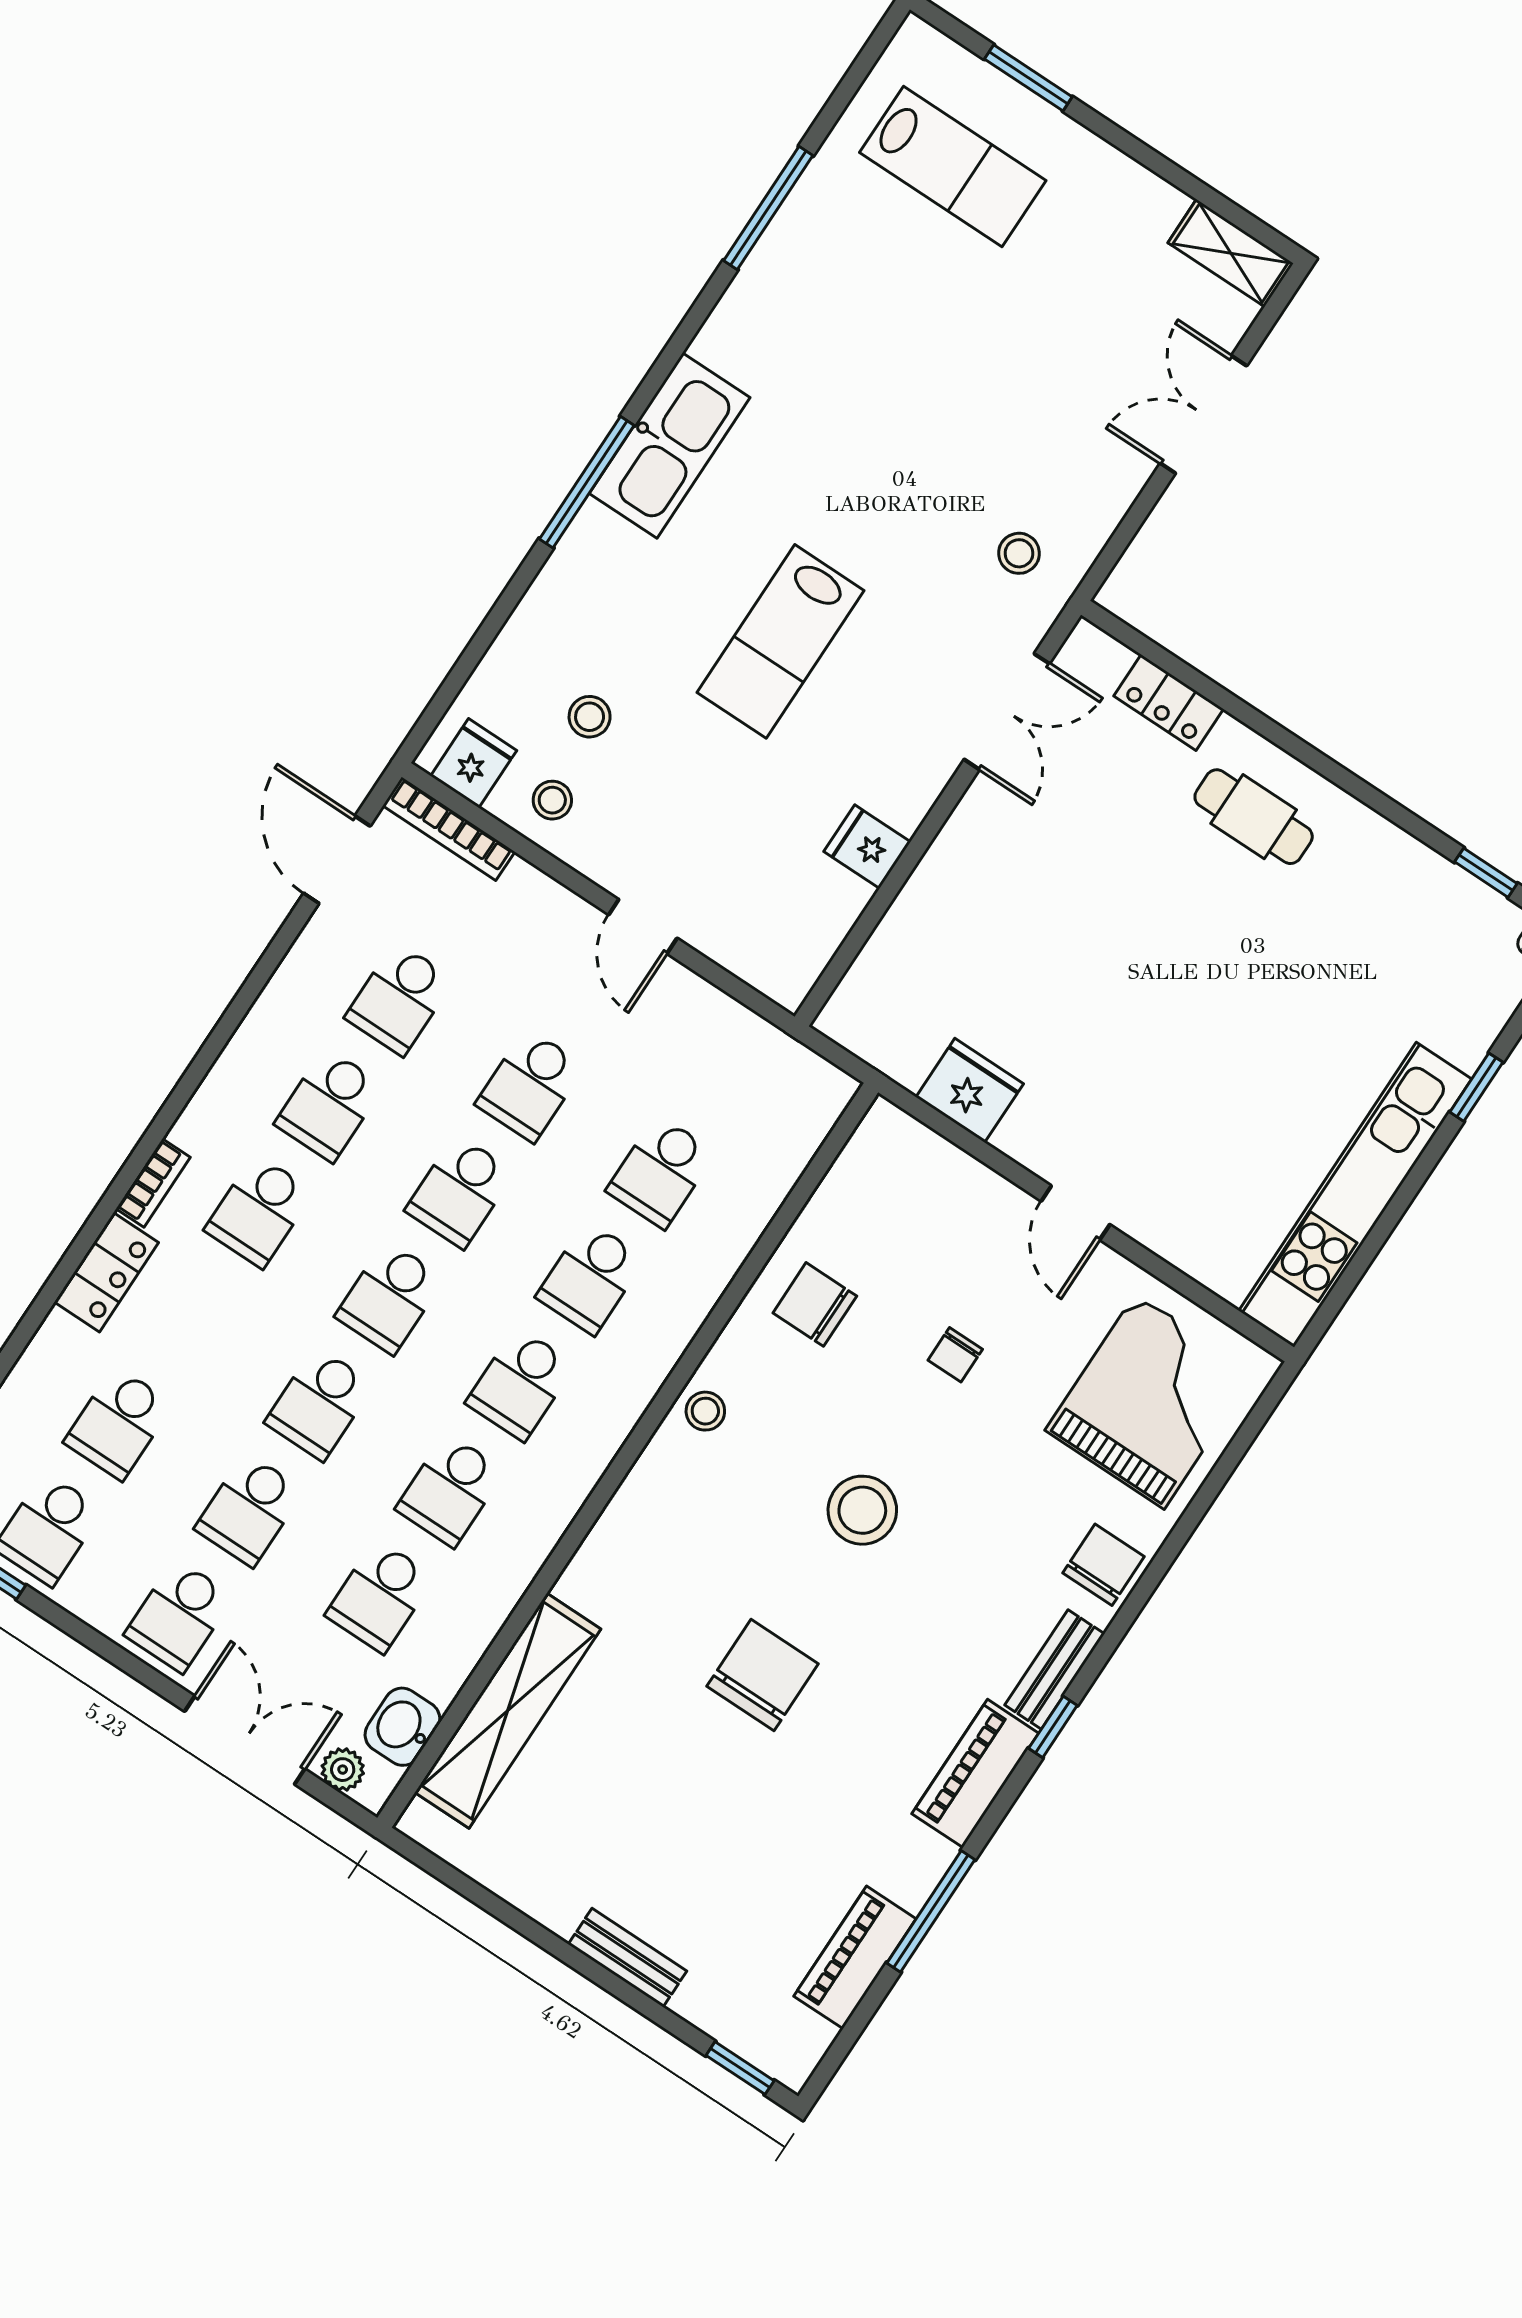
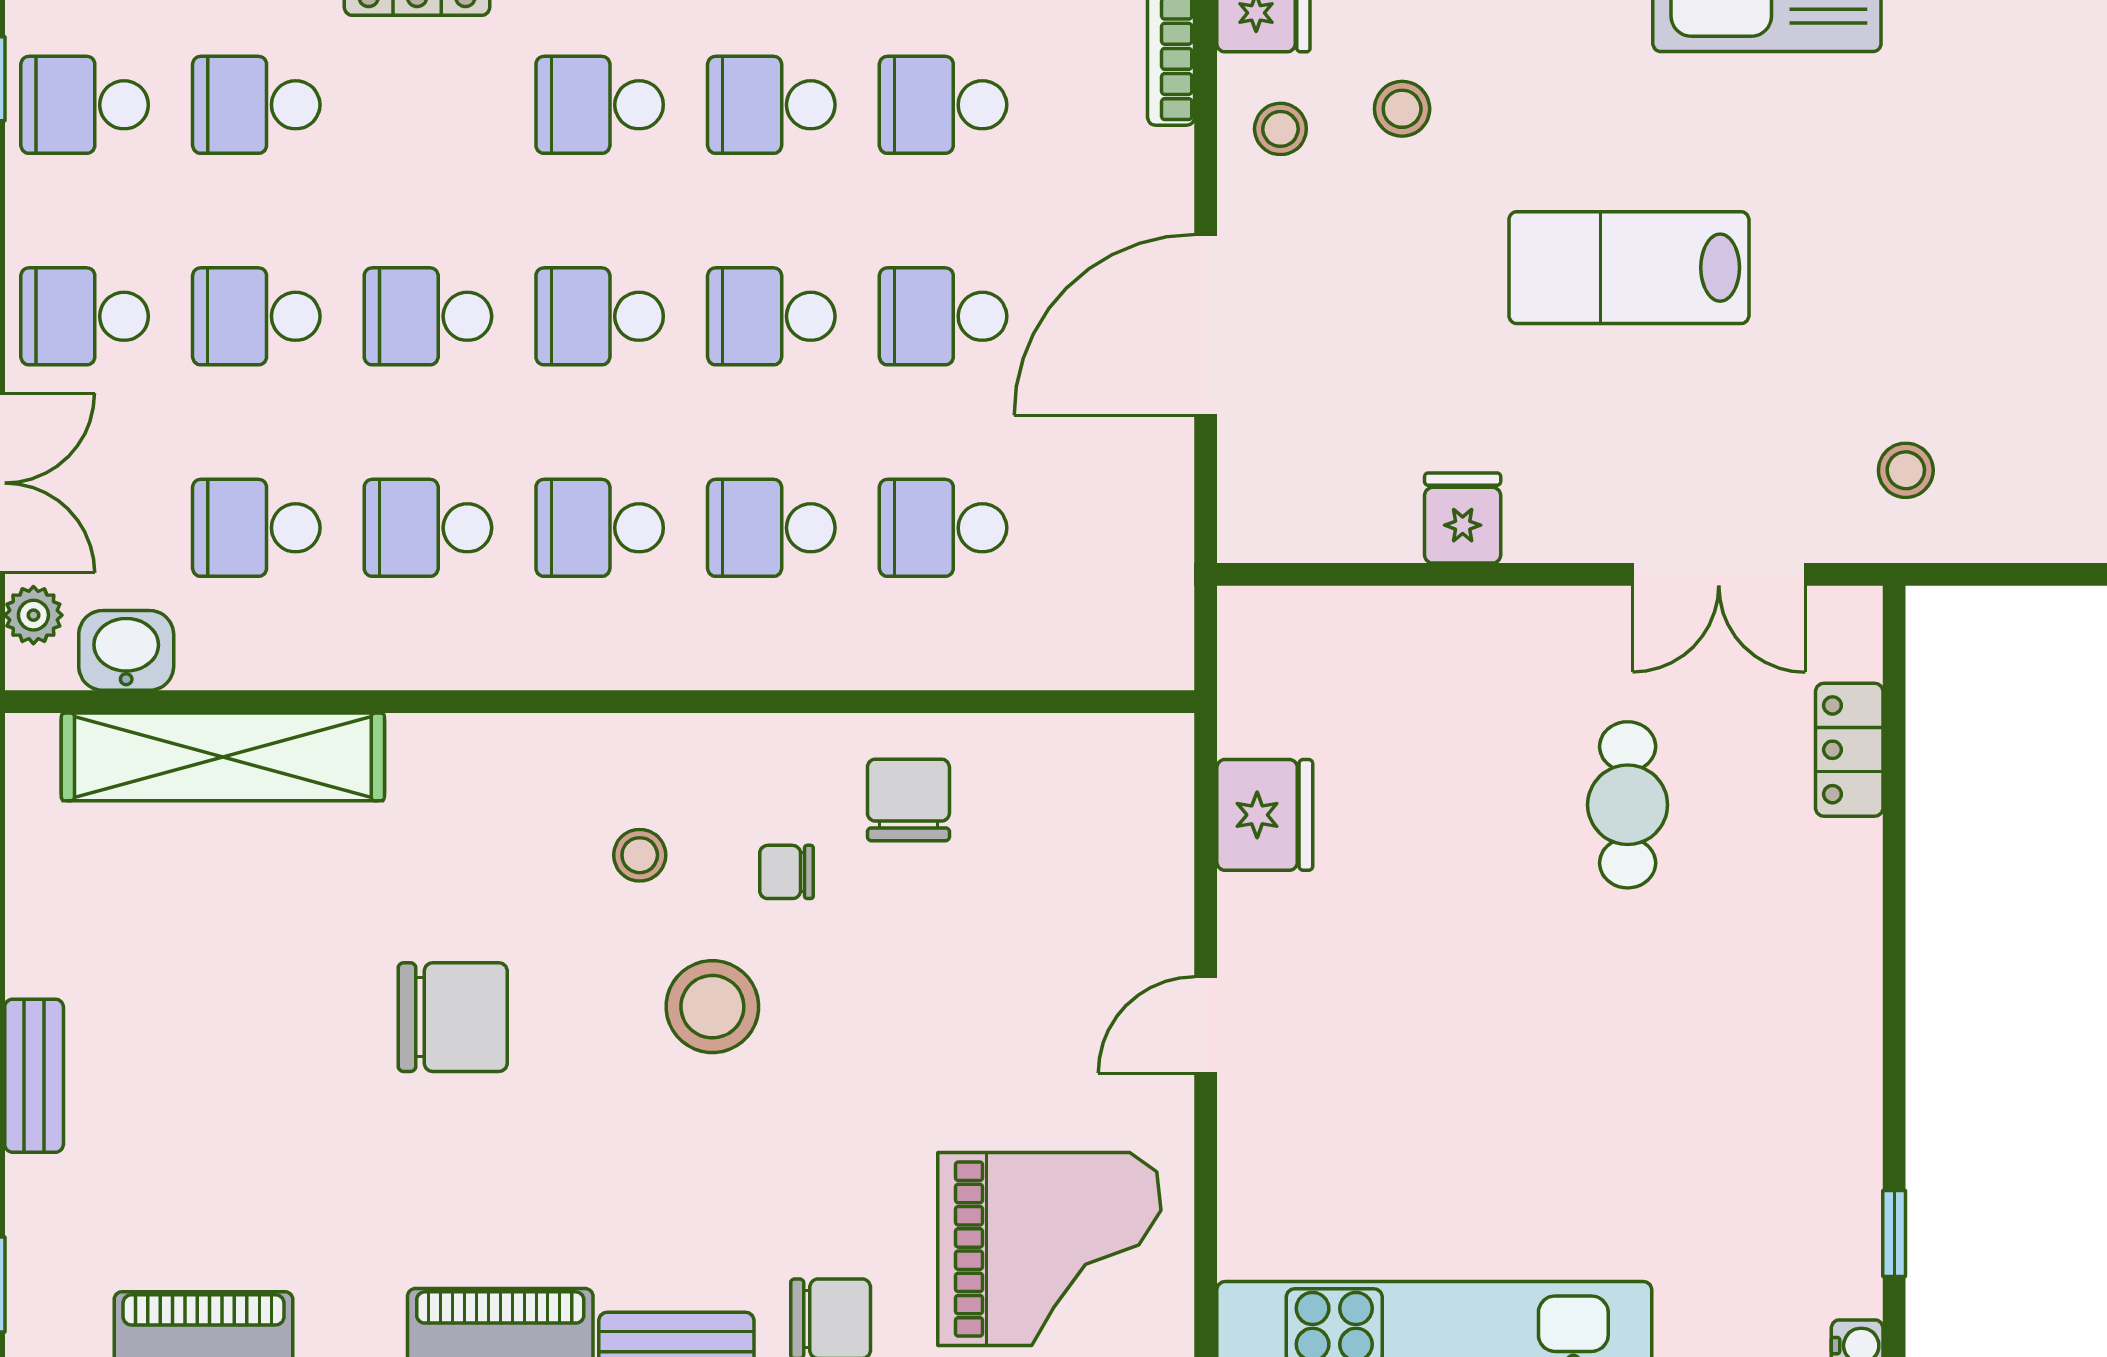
cafe table: (1254, 817) -> (1628, 805), moved
door: (643, 926) -> (1206, 325), width x1.88
chair: (955, 1355) -> (787, 872), moved
stool: (705, 1411) -> (640, 855), moved

